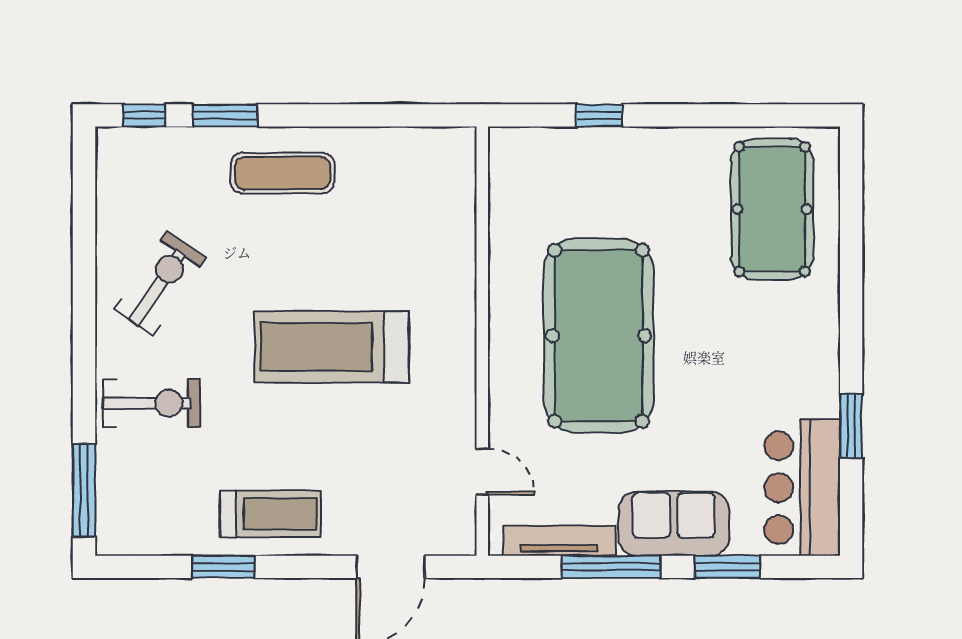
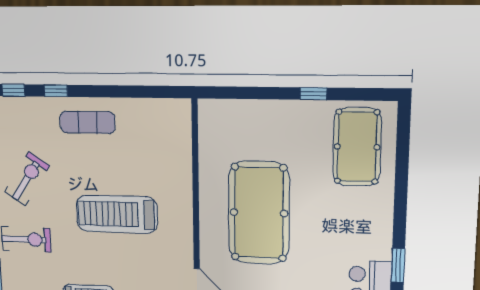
window: (225, 115) -> (56, 91), width x0.67
window: (599, 115) -> (313, 94), moved

